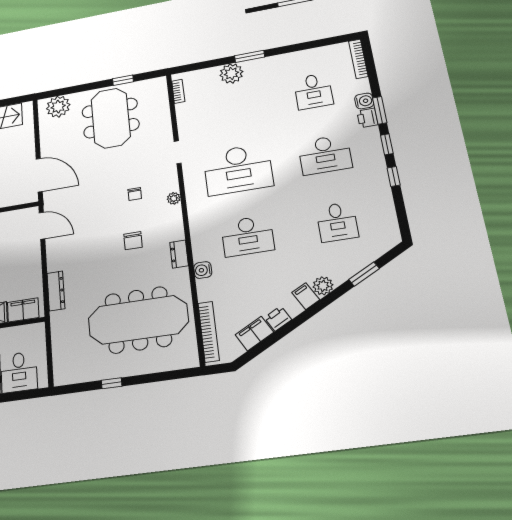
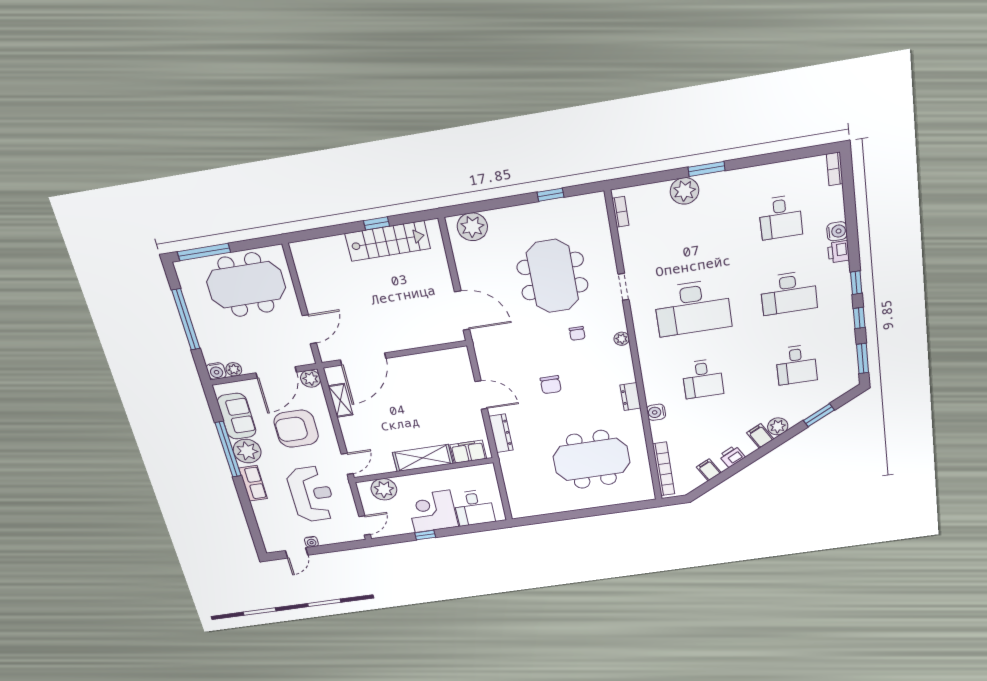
bookcase: (358, 59) -> (835, 169), width x0.64
window: (380, 110) -> (863, 358), moved
meeting table: (111, 118) -> (552, 276), moved
door: (42, 226) -> (481, 395), moved
desk: (248, 236) -> (703, 379), width x0.73
chair: (133, 241) -> (551, 385), moved
meeting table: (138, 320) -> (591, 459), width x0.73
filing cabinet: (254, 333) -> (709, 470), width x0.50
window: (112, 383) -> (570, 515), removed

